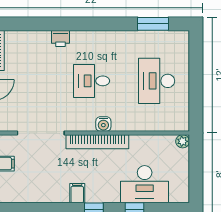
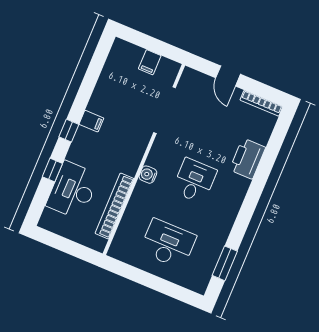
printer: (61, 39) -> (247, 159), width x1.87, depth x1.48
plant: (183, 141) -> (99, 244), removed
bookcase: (97, 142) -> (115, 206), moved

